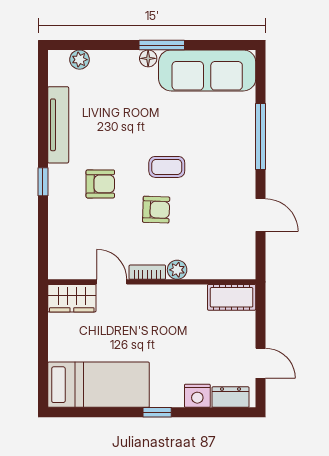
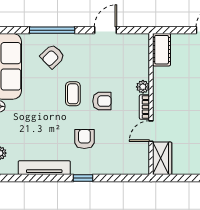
armchair: (222, 137) -> (52, 56), added
armchair: (156, 210) -> (102, 101), turned 88

